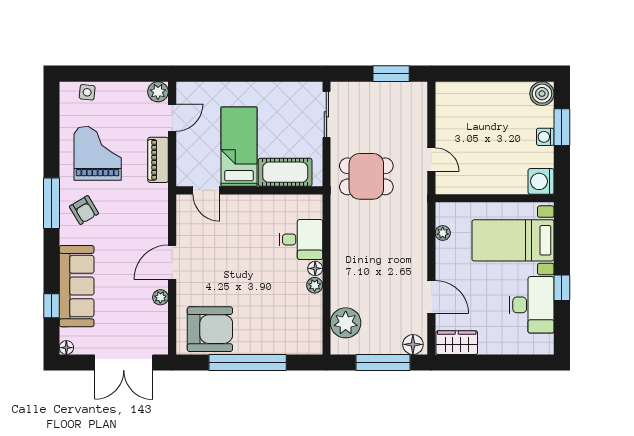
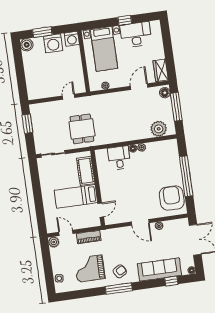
washing machine: (545, 137) -> (53, 43), width x1.89, depth x1.89

